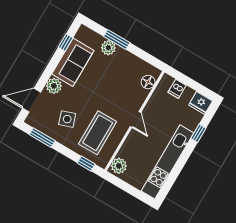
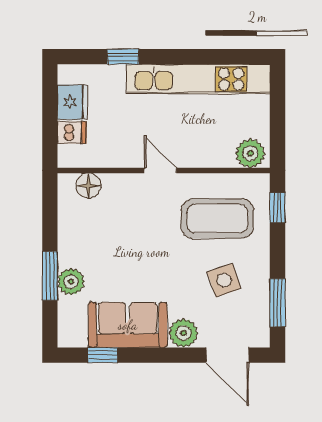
fridge: (201, 103) -> (72, 102), moved
door: (135, 119) -> (160, 170), hinge flipped

